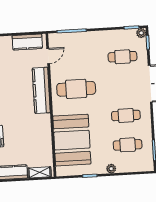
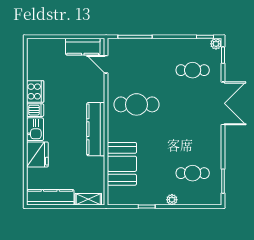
door: (48, 56) -> (106, 64), swing flipped
kitchen counter: (41, 90) -> (96, 129), moved
cafe table: (126, 115) -> (193, 139), removed
booth: (72, 140) -> (122, 164), width x0.73, depth x0.70

